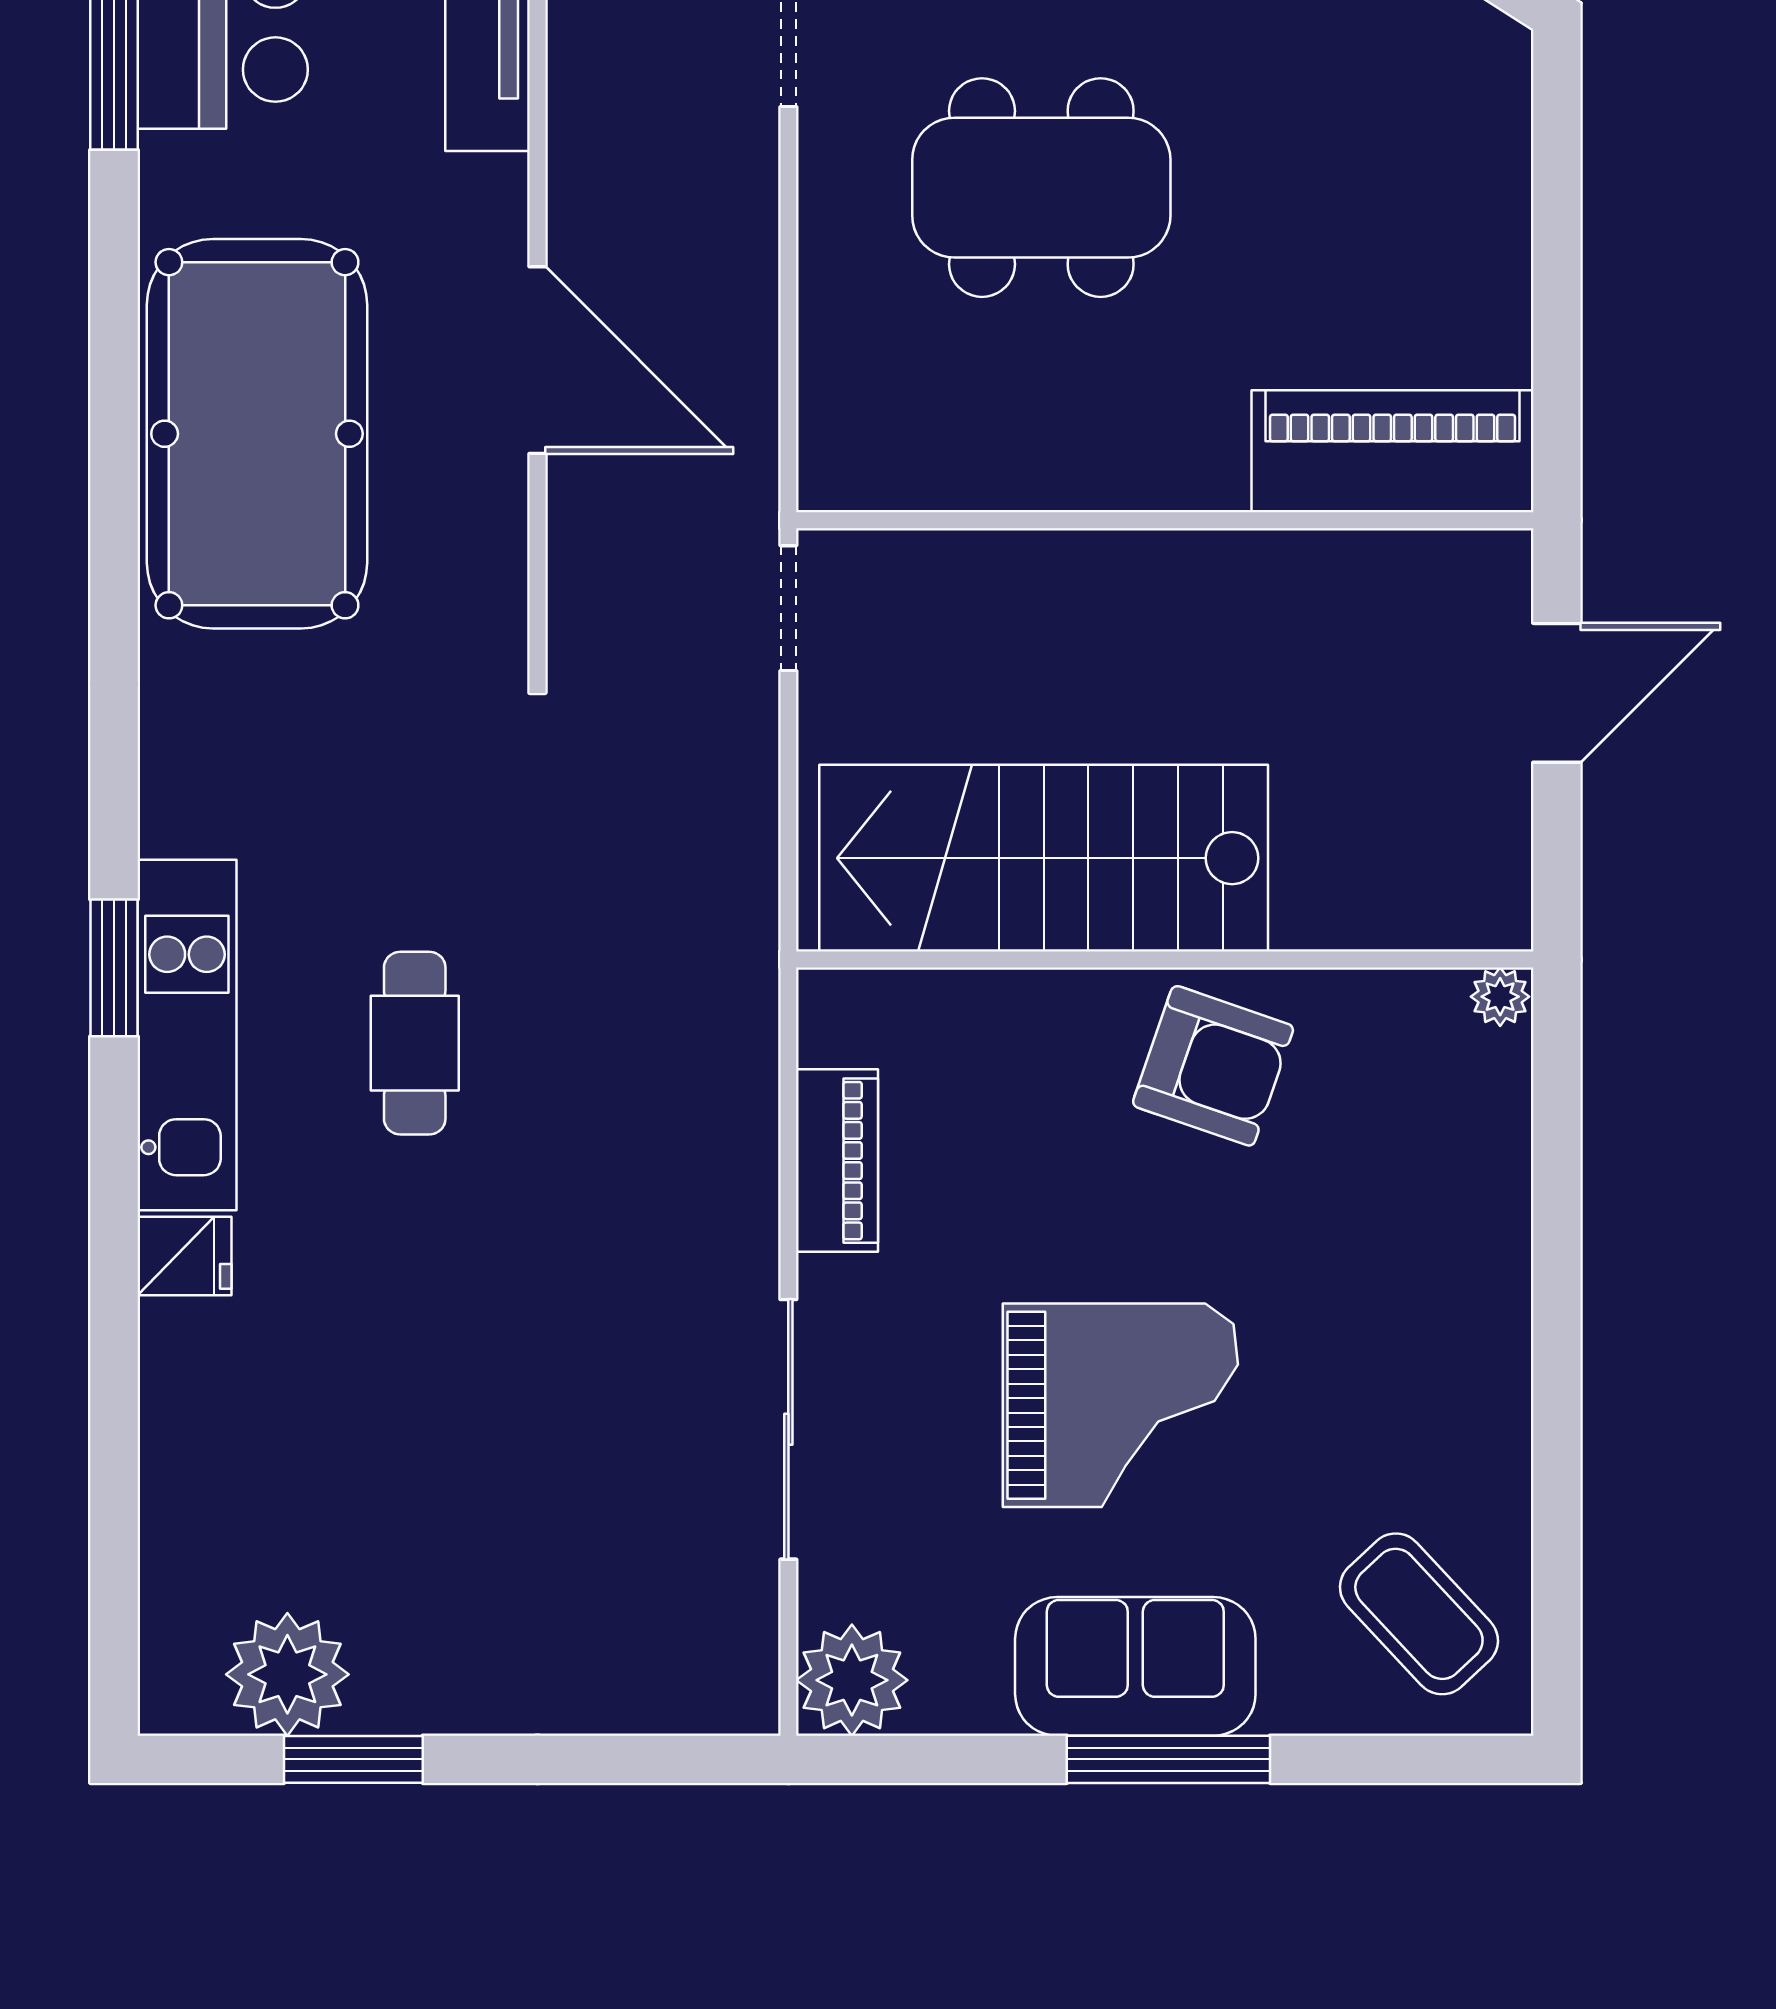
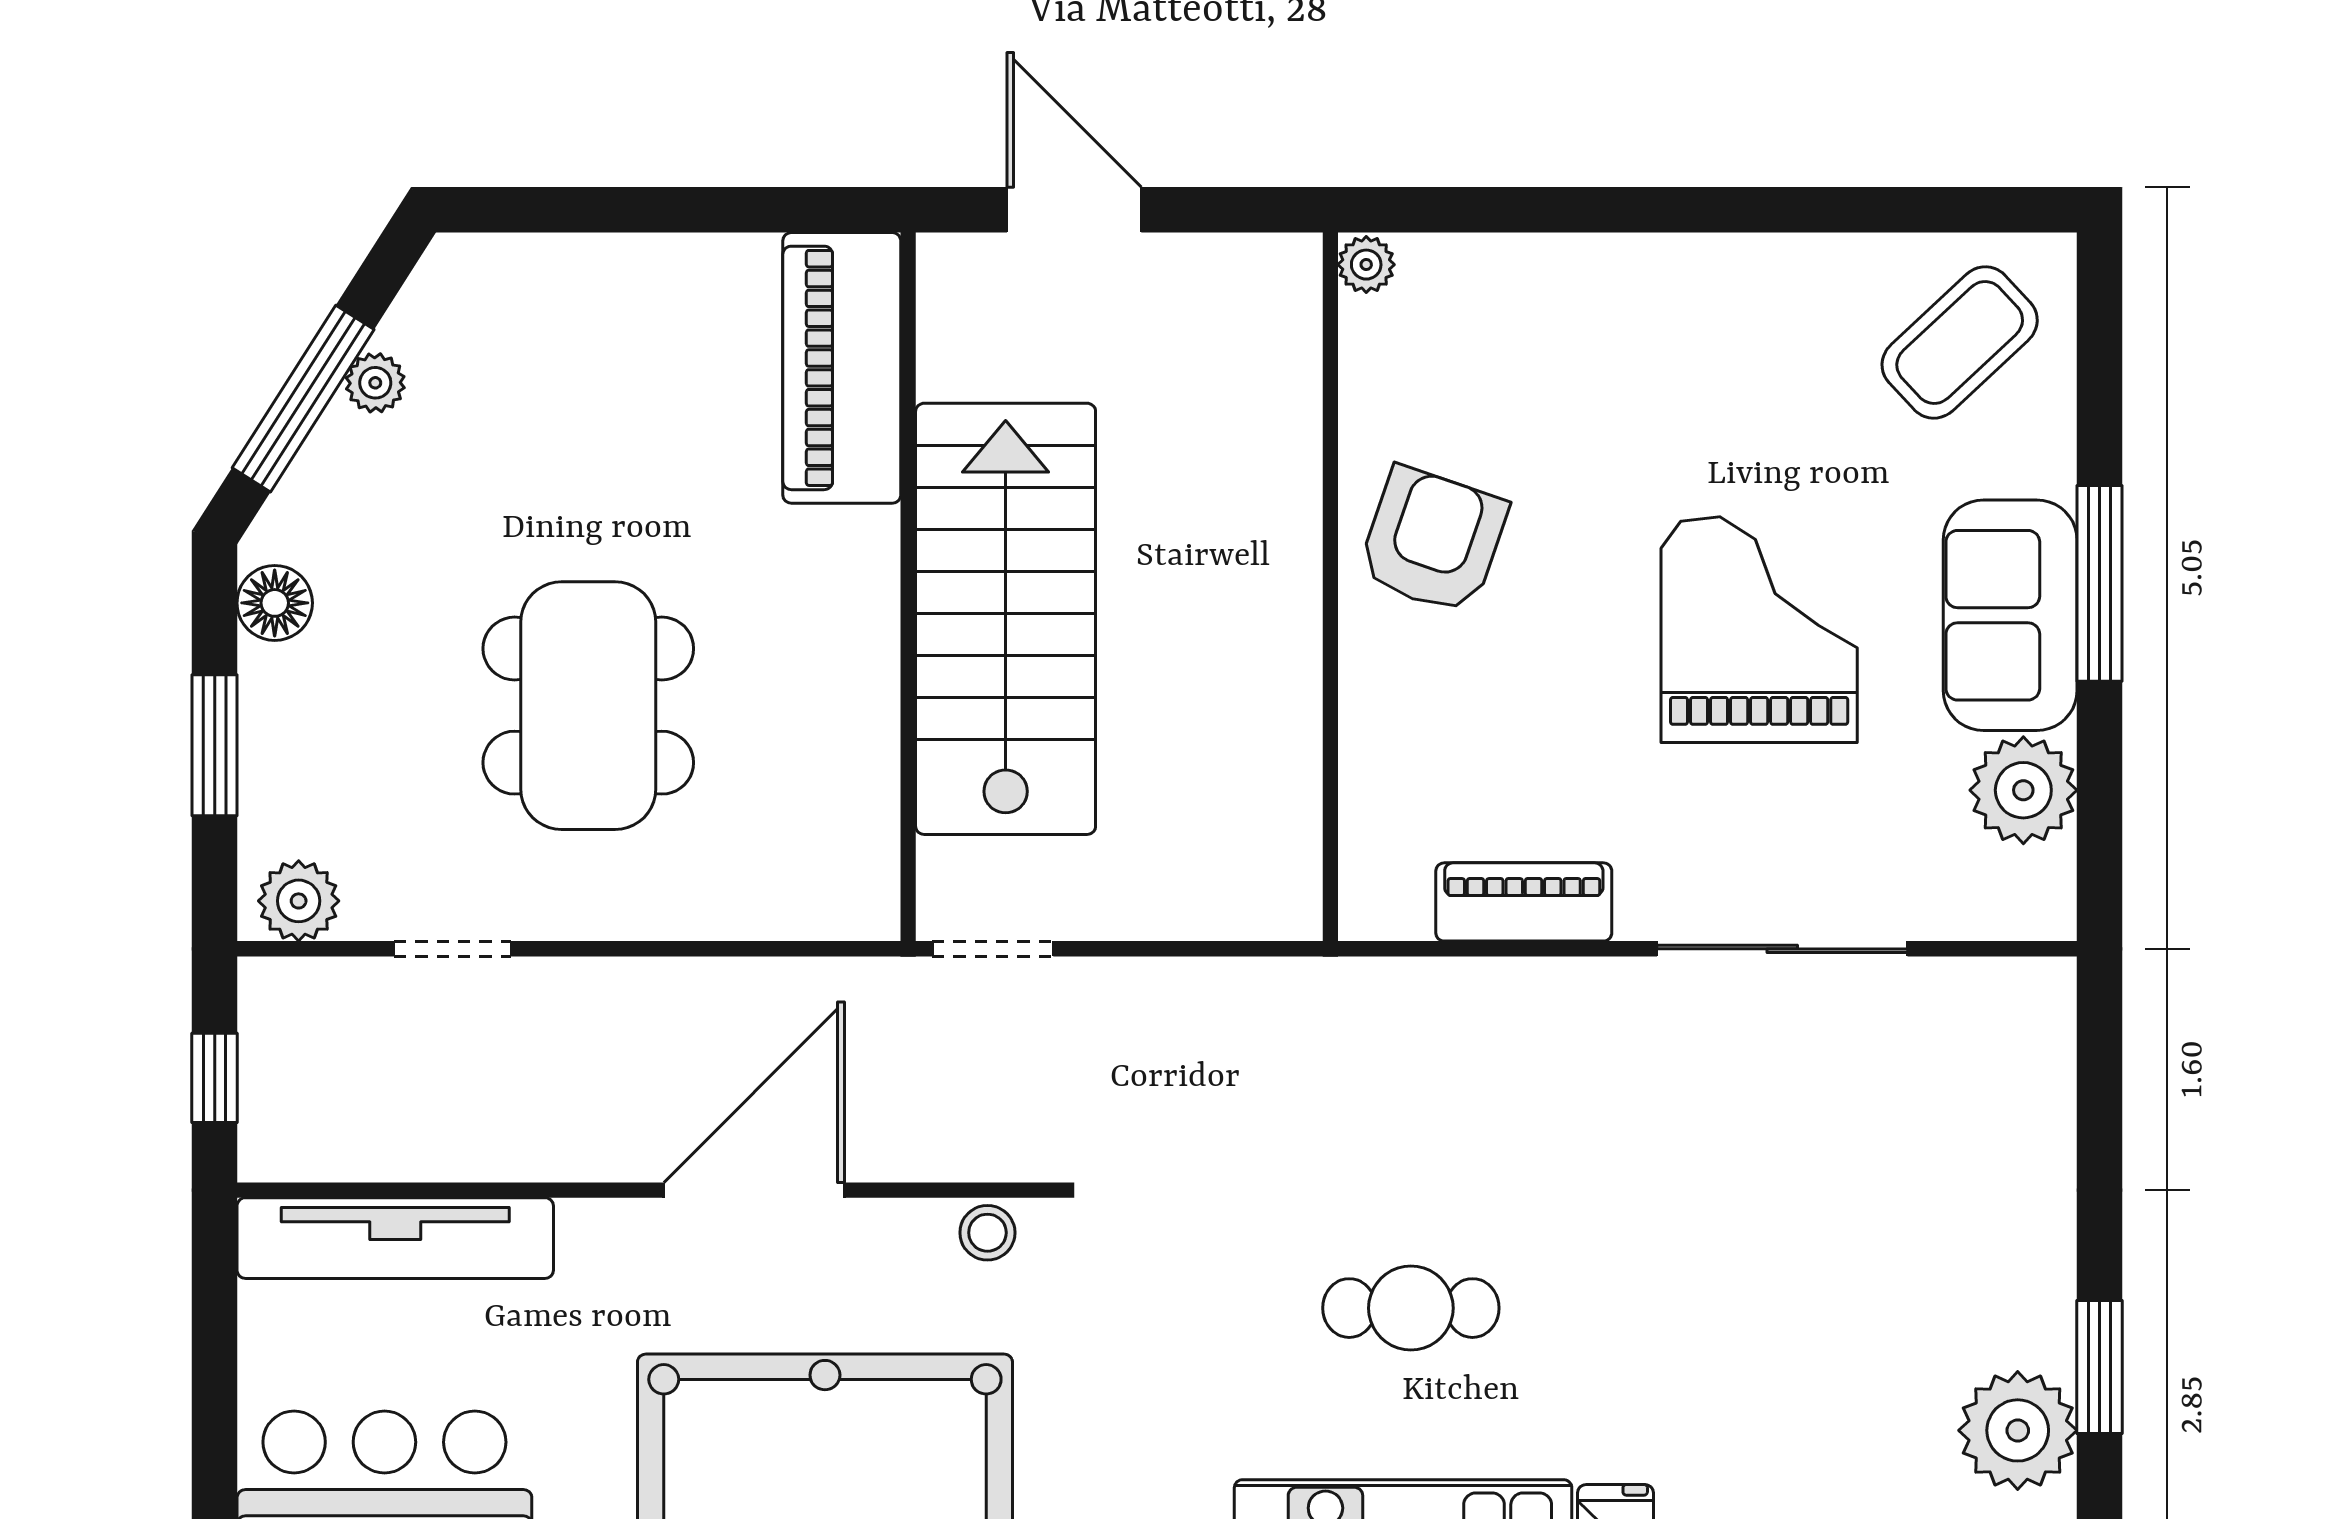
stool: (493, 603) -> (987, 1233), added
stairs: (1044, 858) -> (1006, 619), moved, turned 180
plant: (852, 1680) -> (2023, 790), moved

